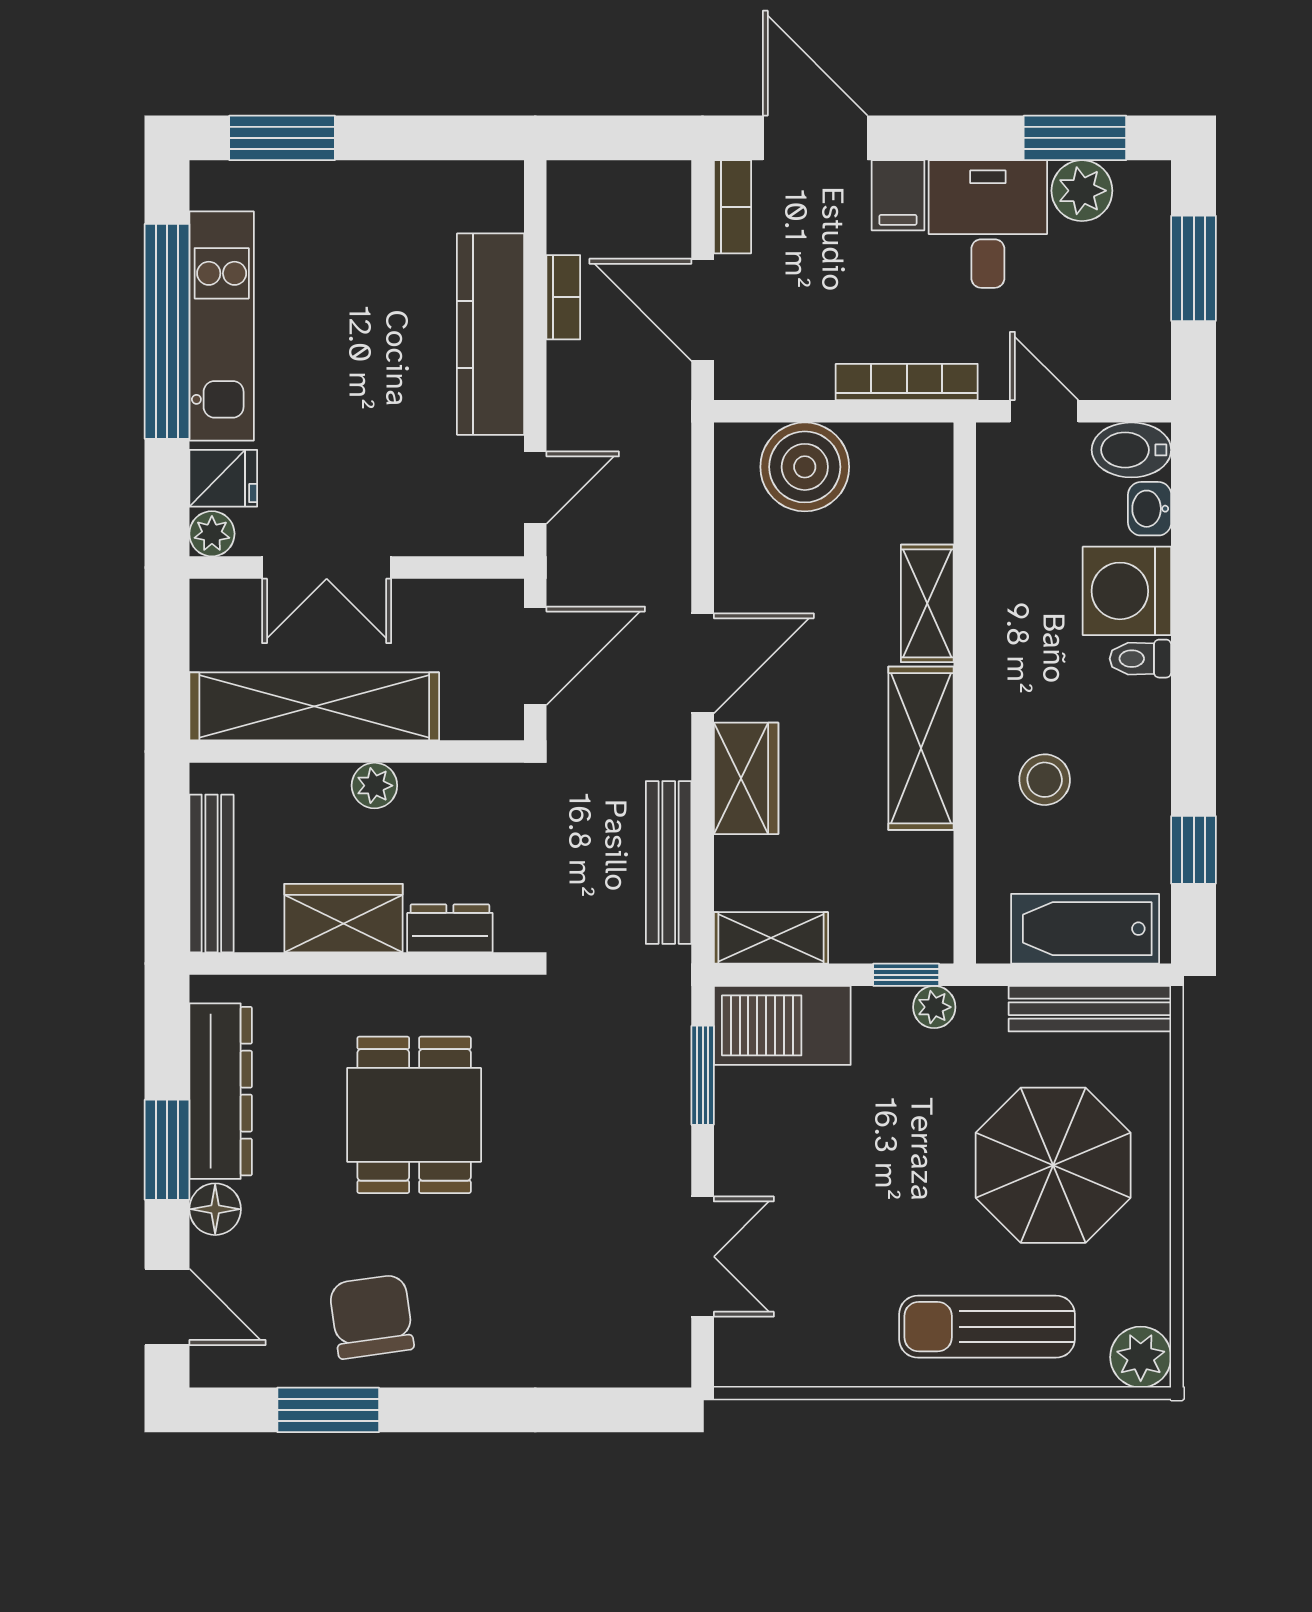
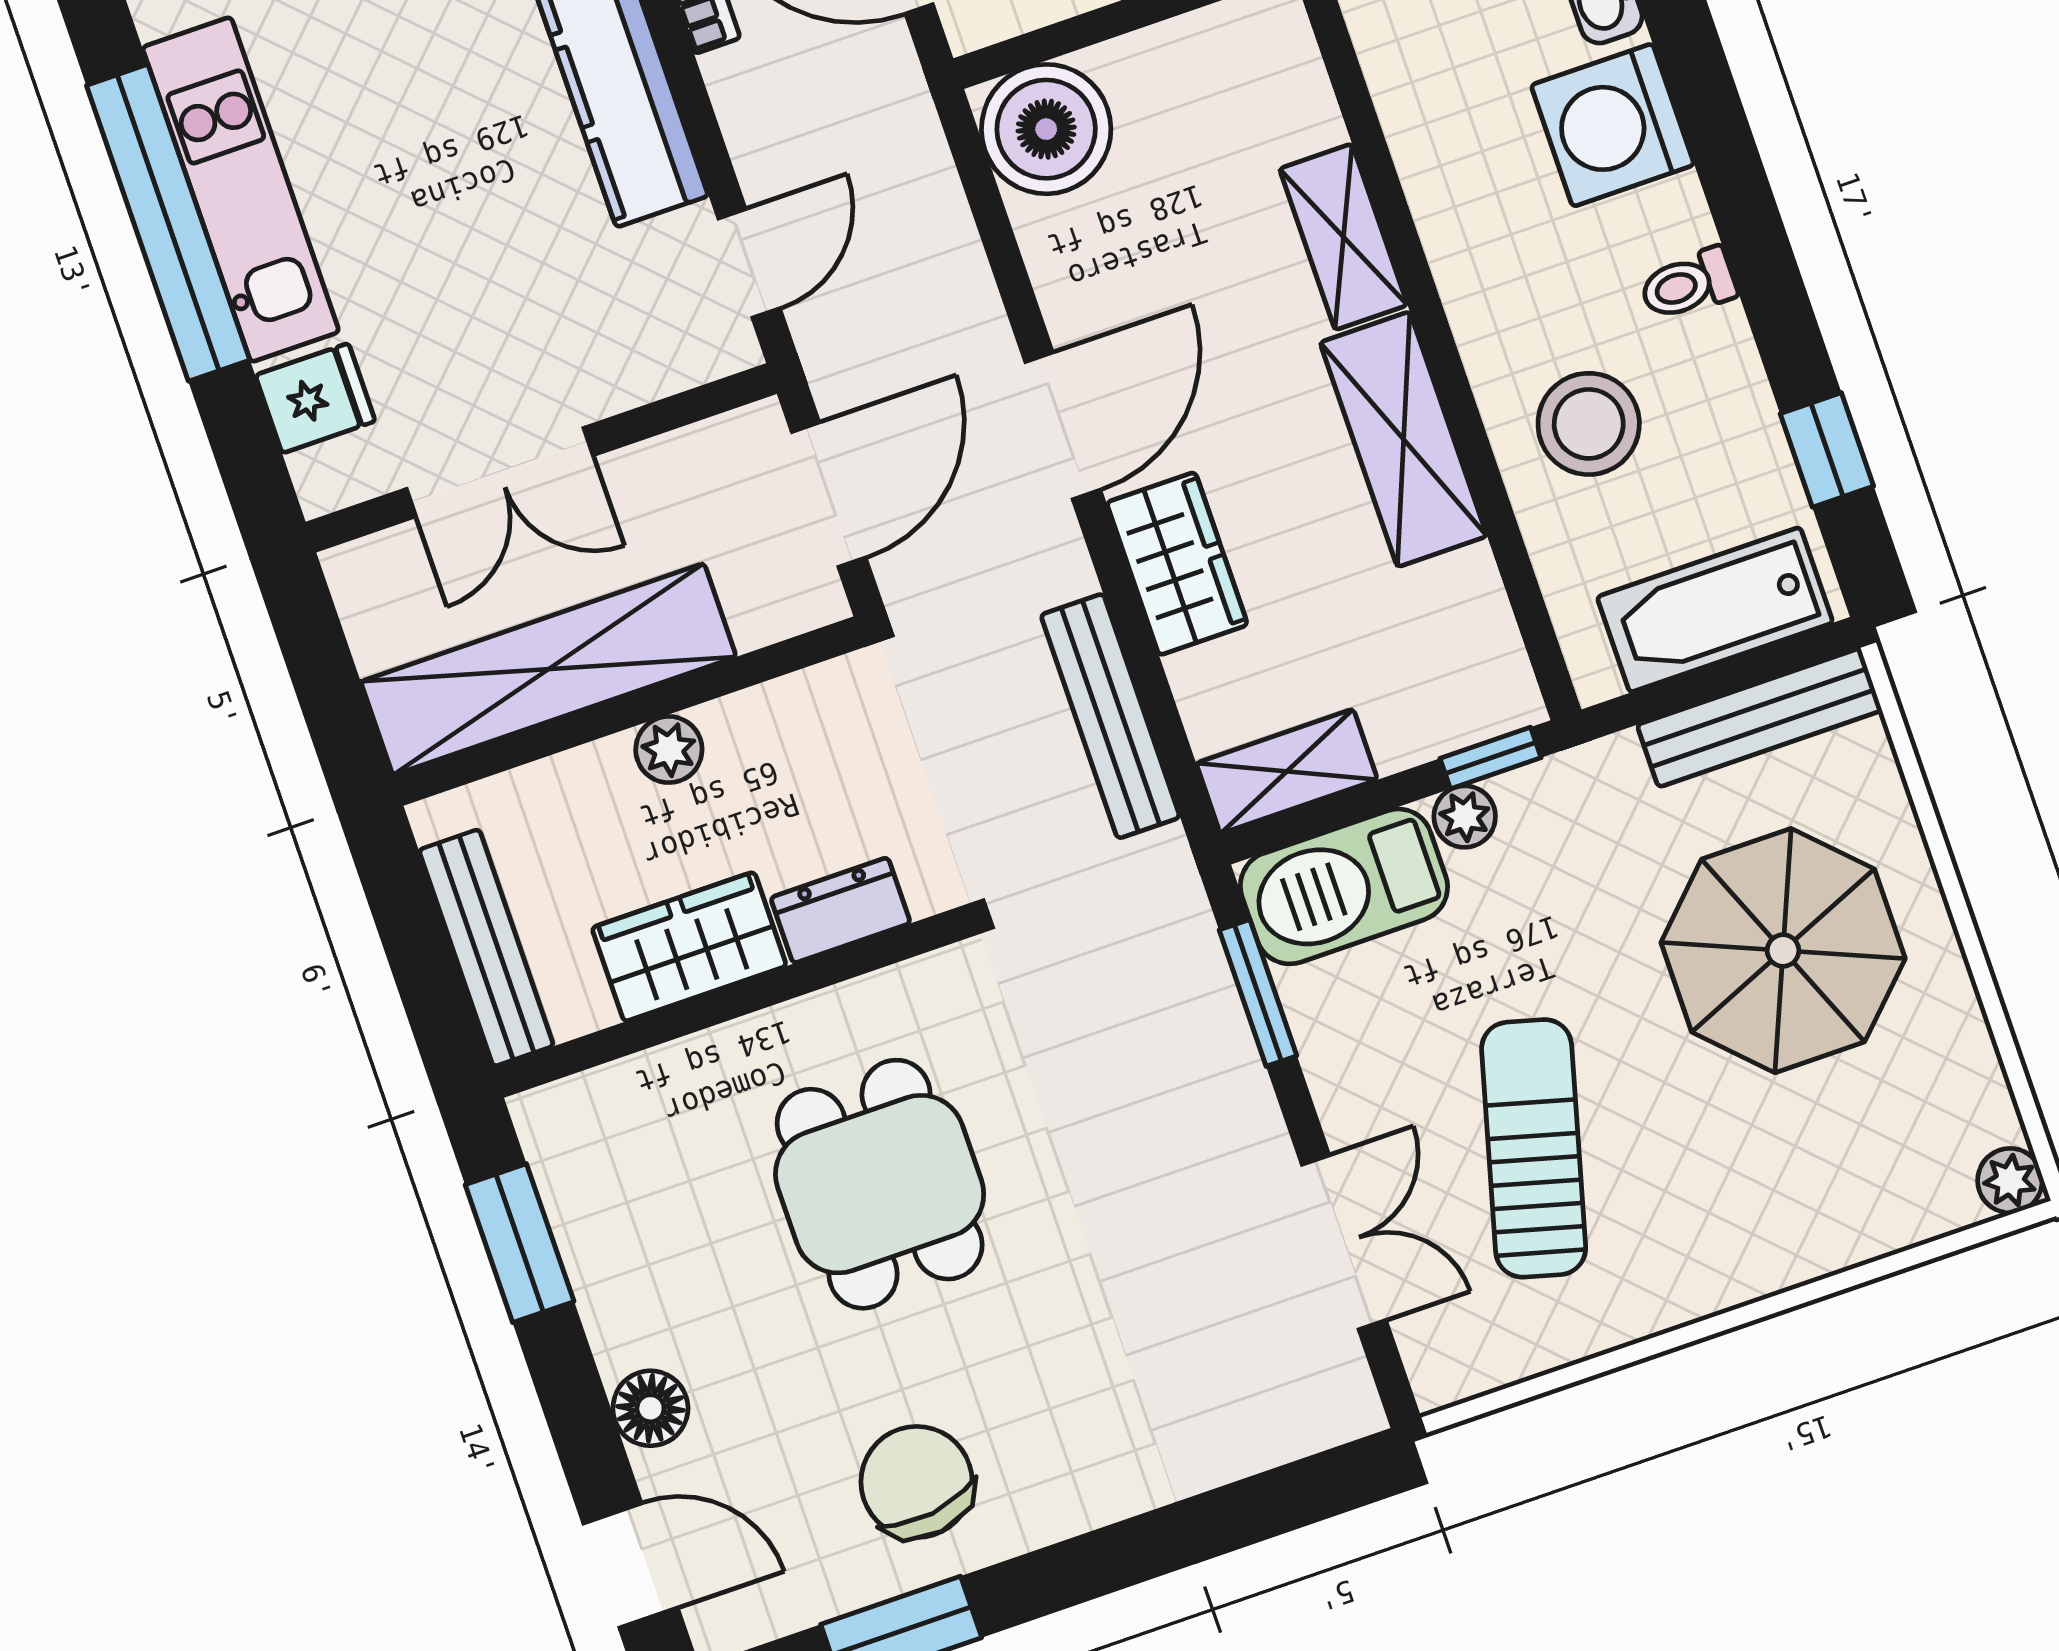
boiler: (805, 467) -> (1046, 129), moved
plant: (212, 534) -> (326, 480), removed
toilet: (1140, 659) -> (1688, 284), moved
stool: (1045, 780) -> (1589, 424), width x1.38, depth x1.38
plant: (934, 1007) -> (1465, 817), moved
dresser: (221, 1091) -> (602, 1243), removed
window: (167, 1150) -> (520, 1243), moved
sun lounger: (987, 1327) -> (1534, 1148), moved, turned 105
plant: (1141, 1357) -> (2010, 1181), width x0.73, depth x0.73

